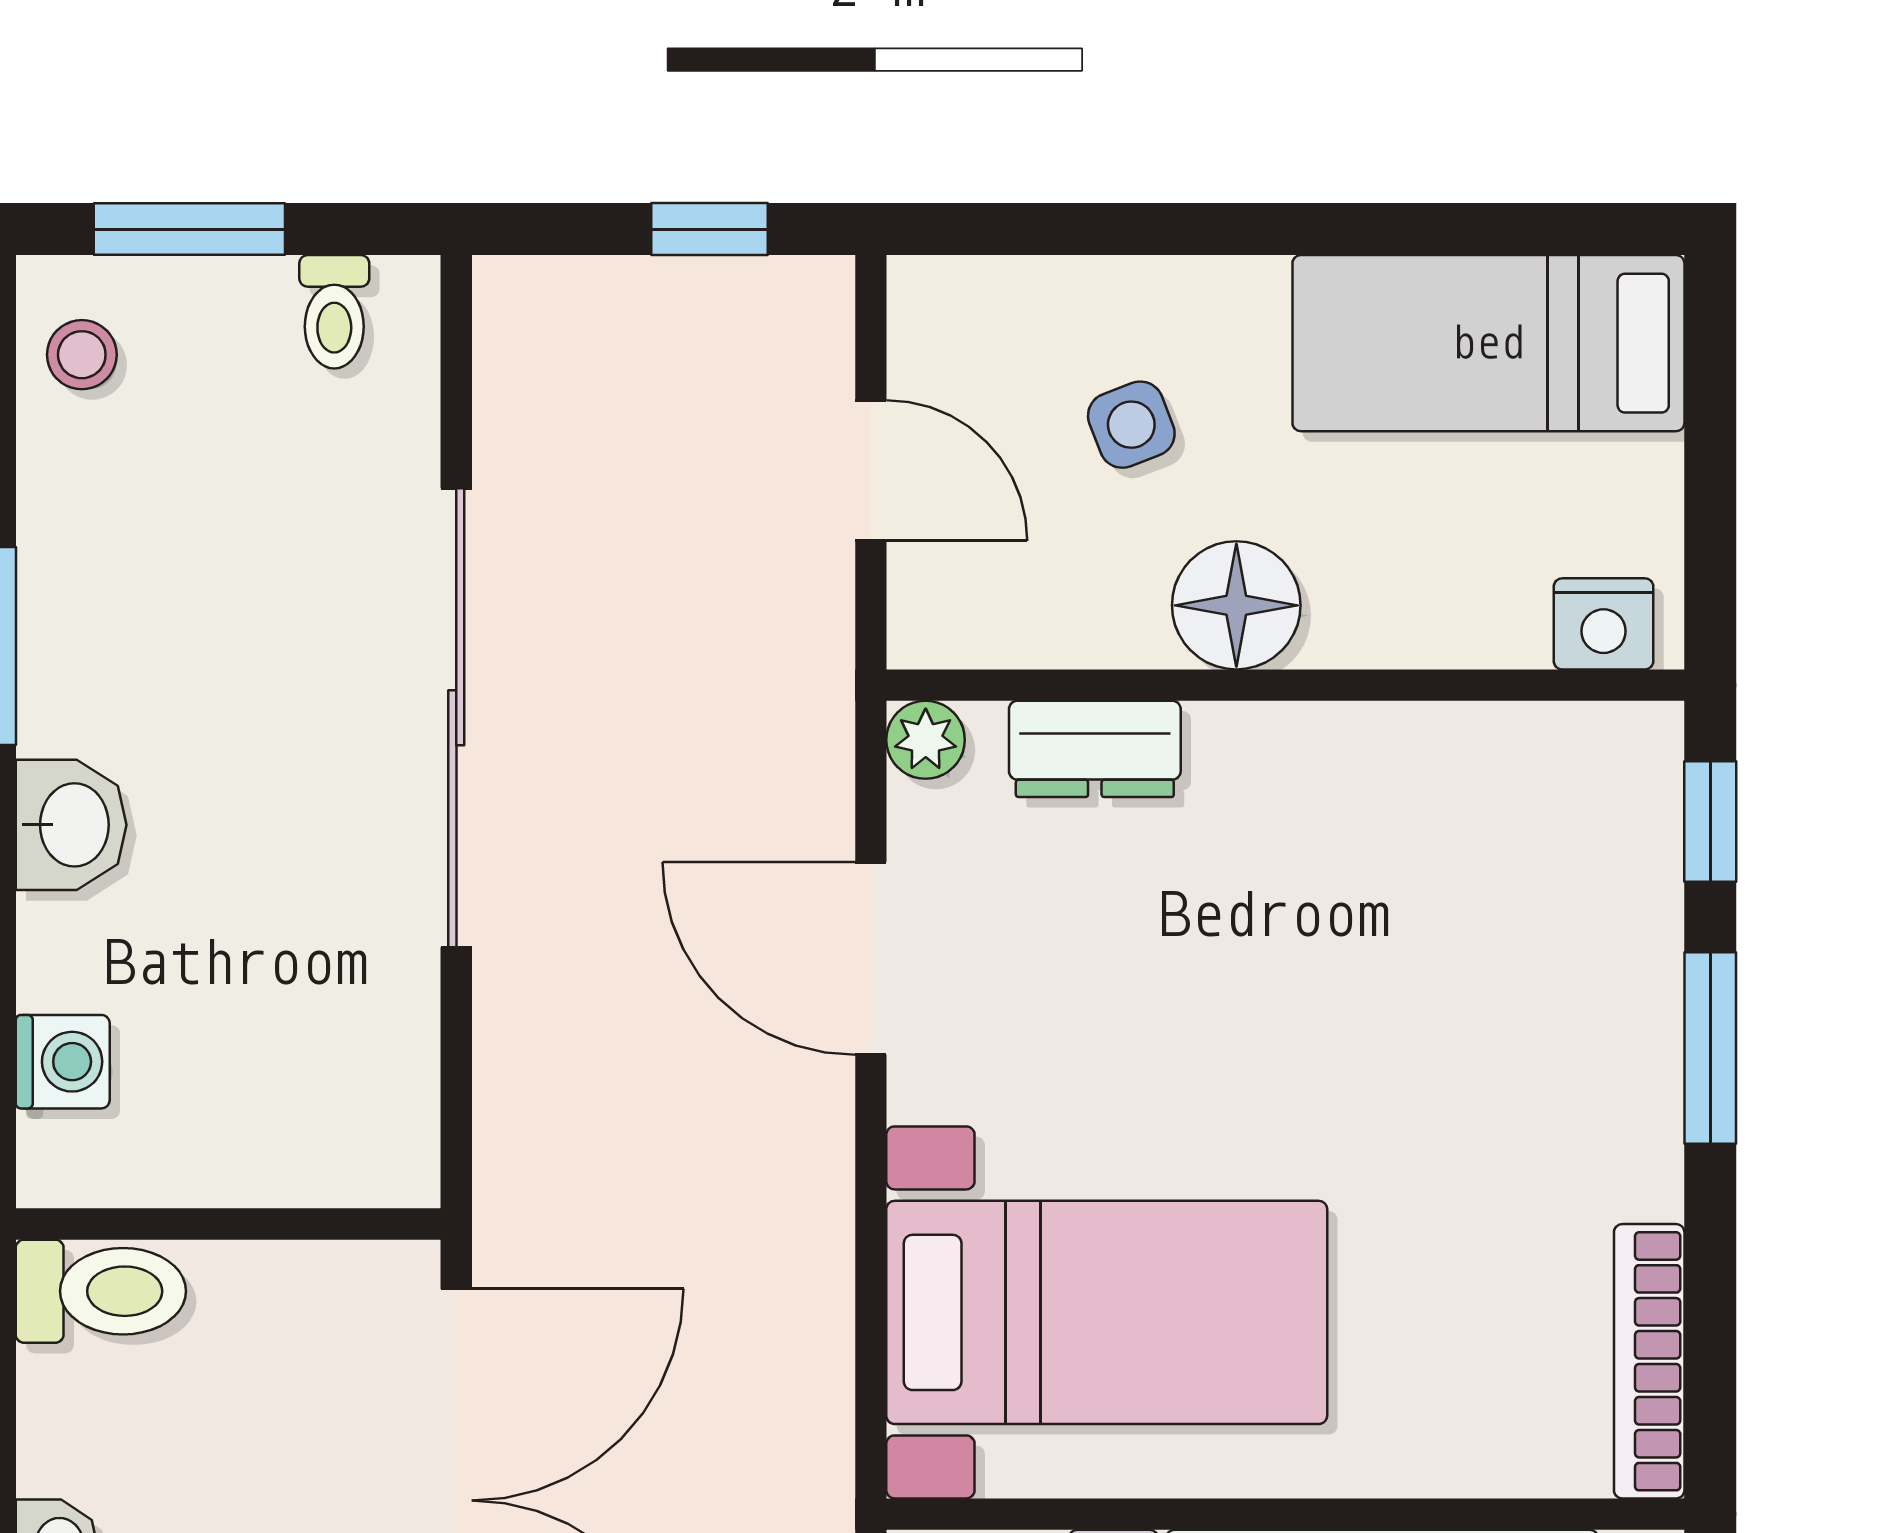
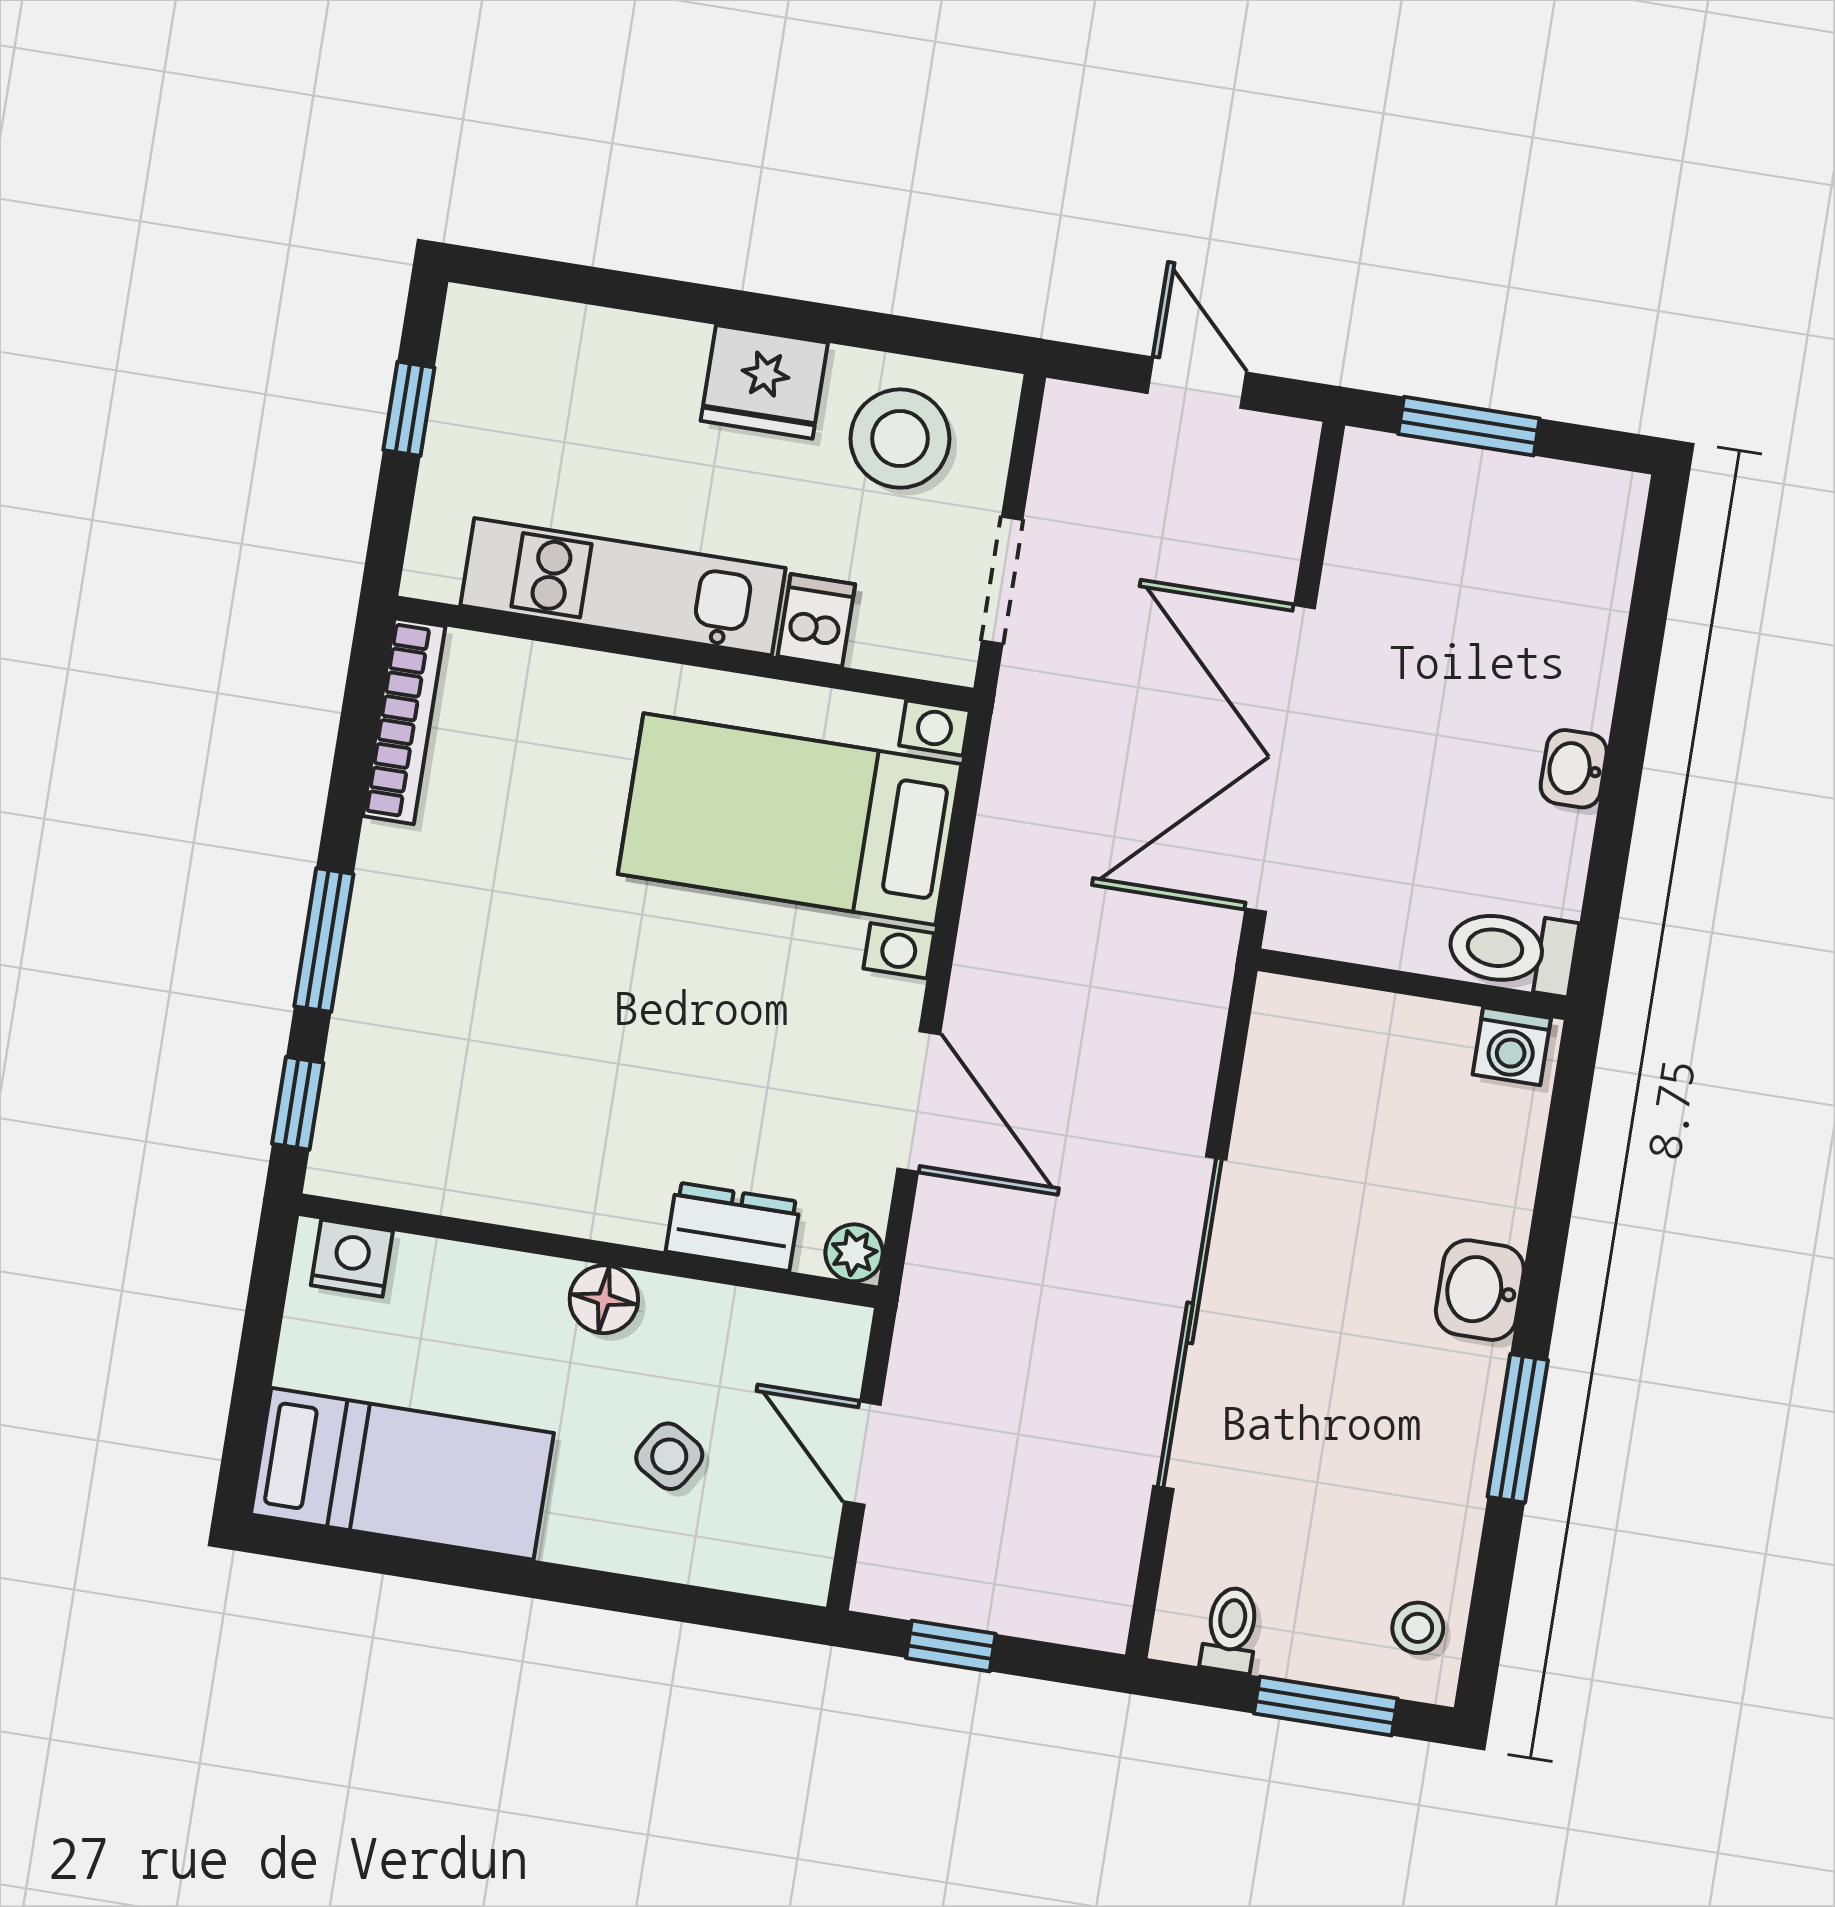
side table: (1131, 425) -> (669, 1456), turned -38
floor lamp: (1236, 605) -> (604, 1299), width x0.73, depth x0.73
washing machine: (63, 1062) -> (1512, 1046), moved, turned -90

